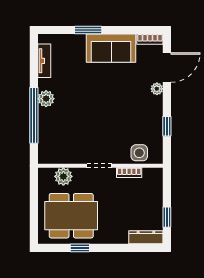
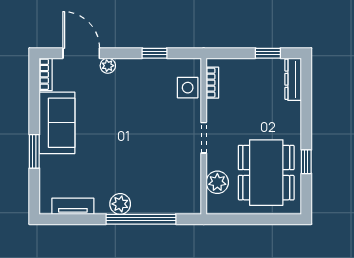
bookcase: (129, 173) -> (212, 83), moved

